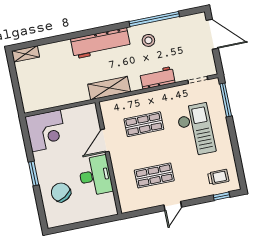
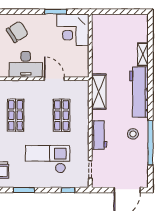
shelving: (25, 54) -> (143, 54), moved
window: (226, 100) -> (68, 190), width x0.46
checkout: (196, 130) -> (48, 159), turned 180
window: (236, 149) -> (24, 190), added
window: (34, 173) -> (56, 12), moved

